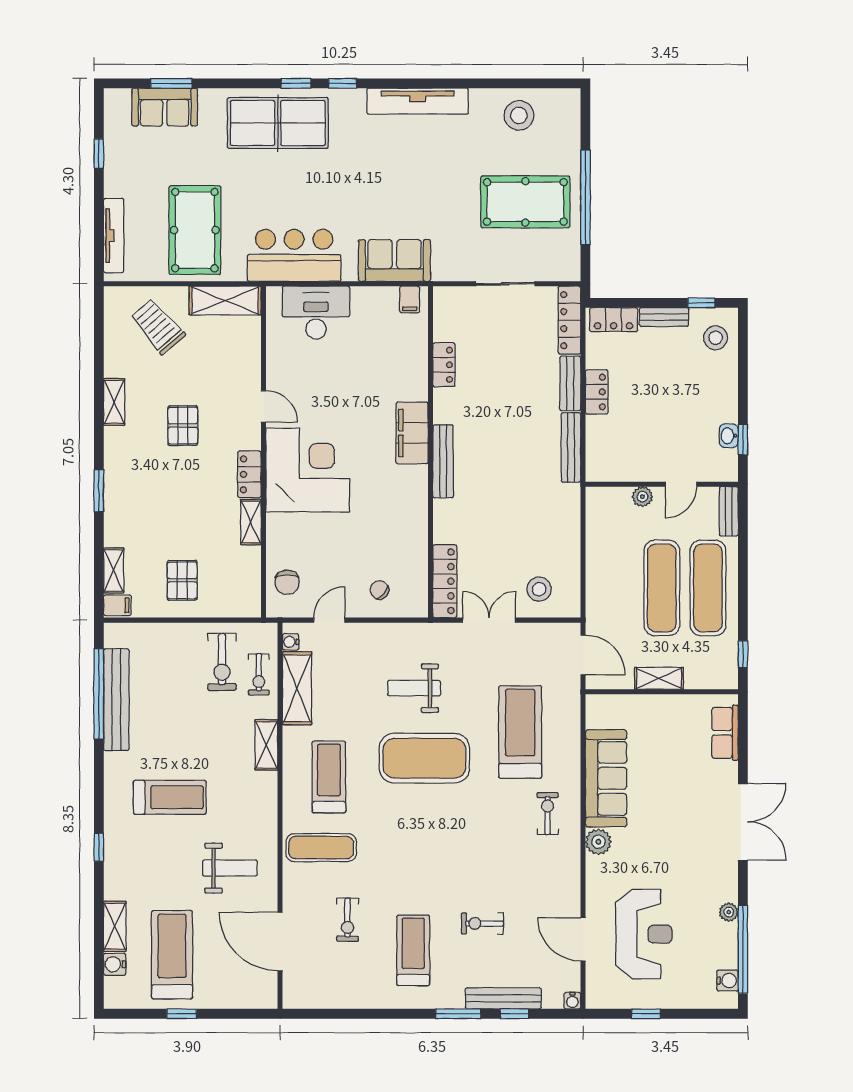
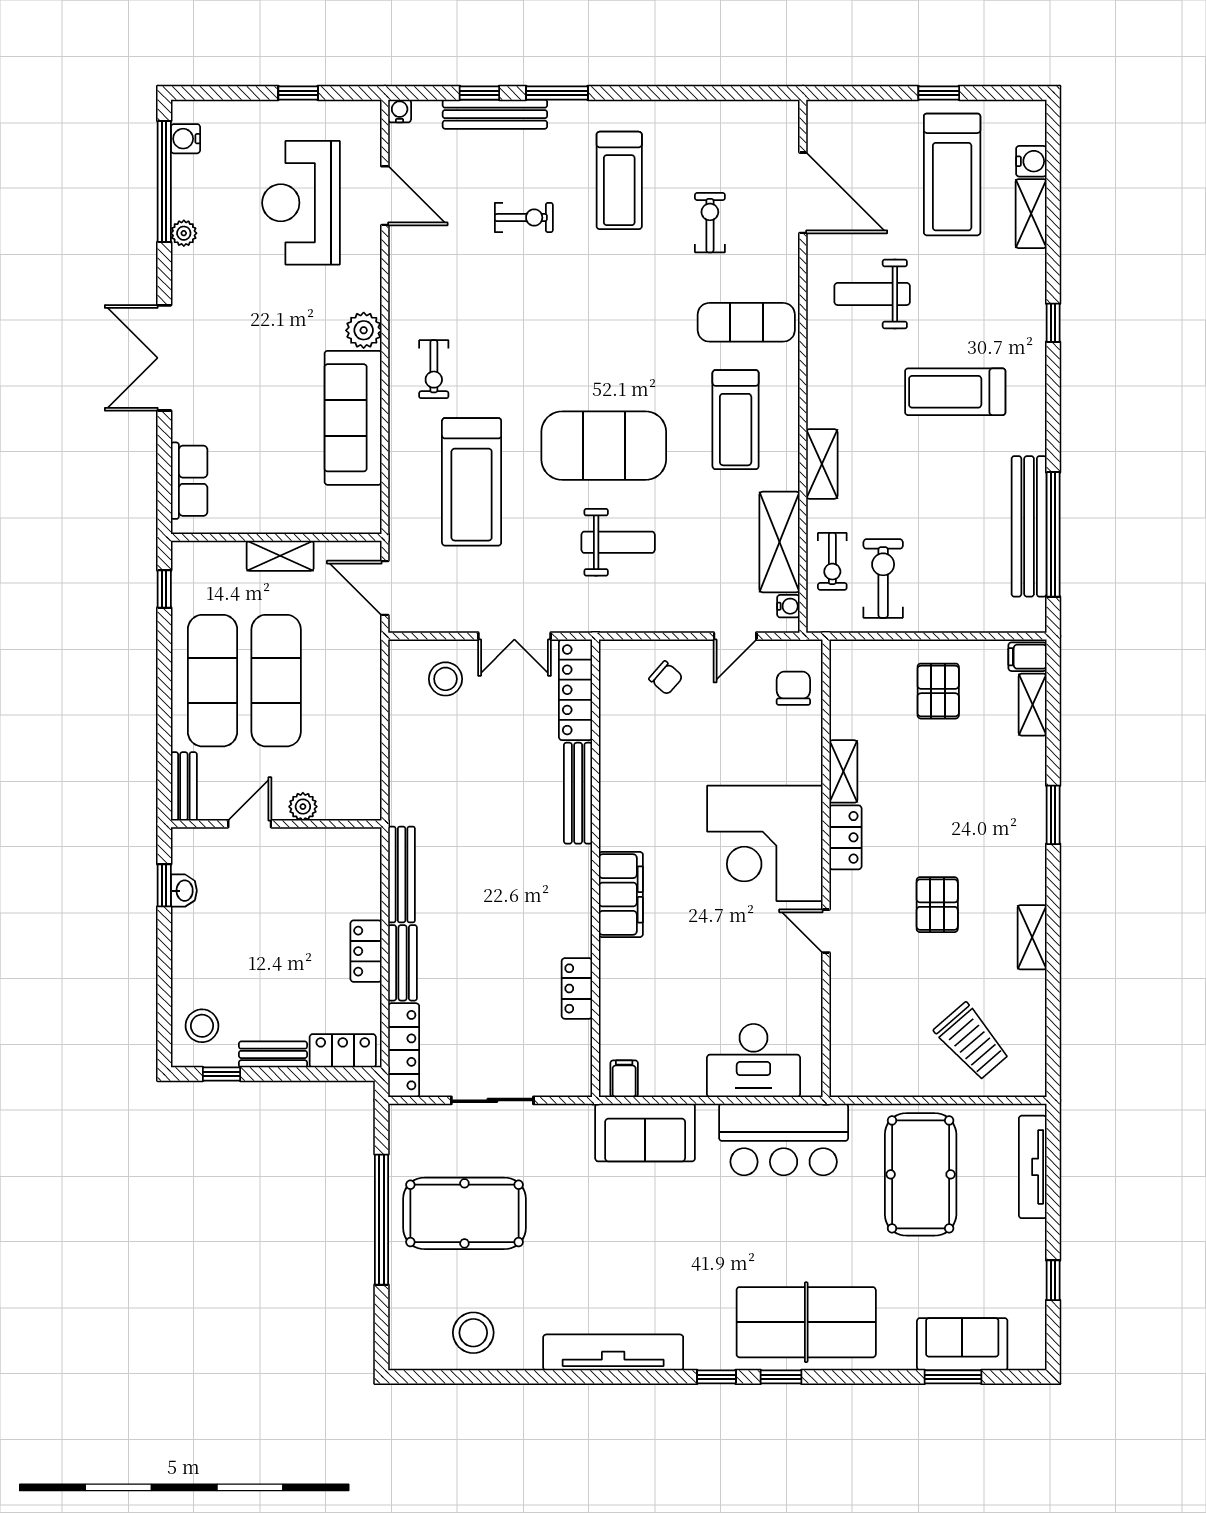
shelving: (225, 301) -> (879, 1077), removed
bench: (443, 461) -> (578, 793), moved
exercise bike: (259, 674) -> (832, 561), turned 180

